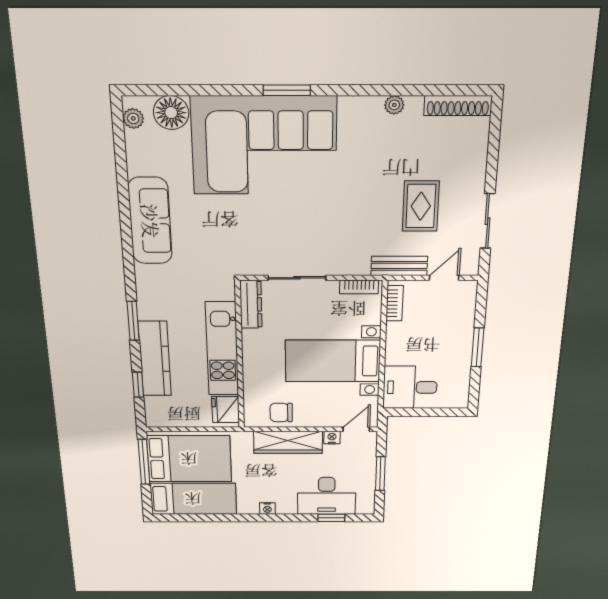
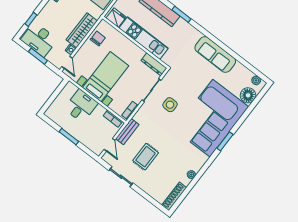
rug: (421, 206) -> (146, 157), turned 90
side table: (297, 231) -> (170, 105), added
desk: (410, 387) -> (81, 106), moved
desk: (327, 496) -> (39, 39), moved, turned -90

